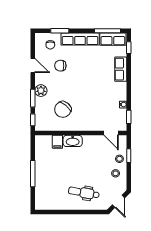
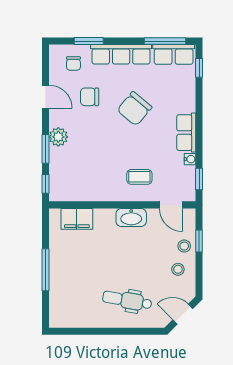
row of seats: (121, 69) -> (186, 133), moved
chair: (63, 109) -> (134, 109), moved
coffee table: (92, 116) -> (139, 177), added
washbasin: (73, 141) -> (131, 218), moved
filing cabinet: (57, 142) -> (77, 219), width x2.00
door: (119, 201) -> (183, 314), swing flipped

